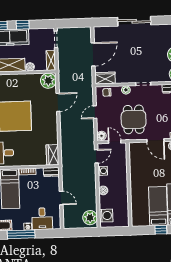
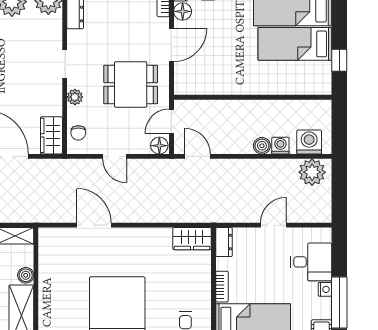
plant: (48, 81) -> (53, 242), removed
washing machine: (103, 171) -> (280, 146), moved
window: (161, 230) -> (339, 60), moved

